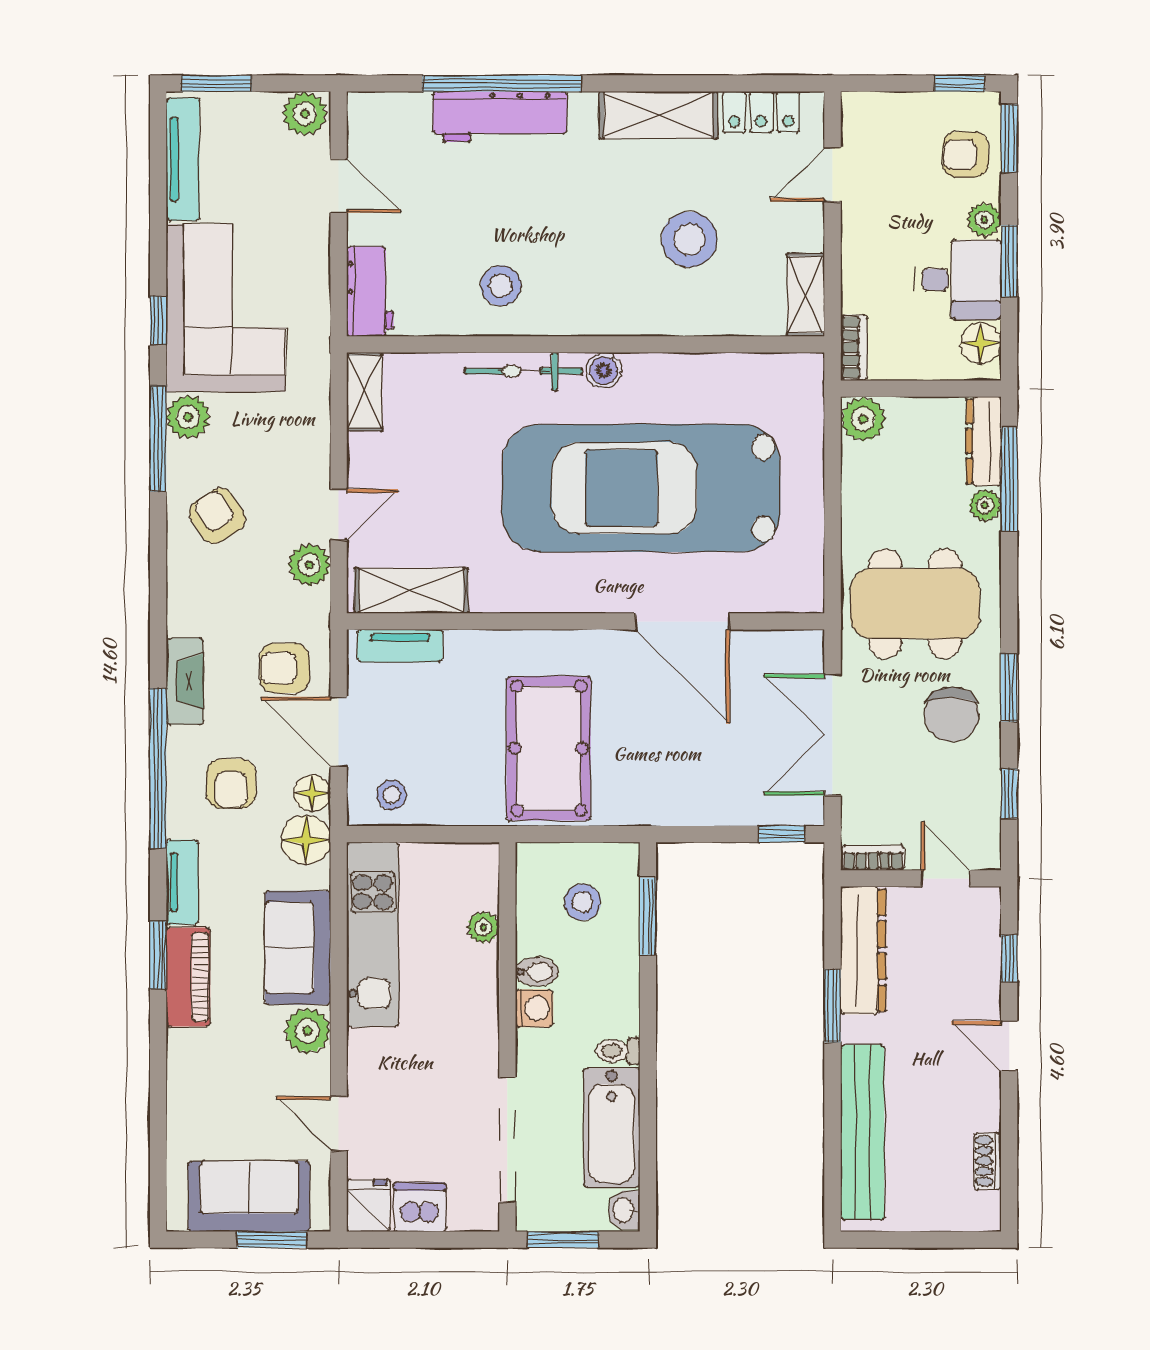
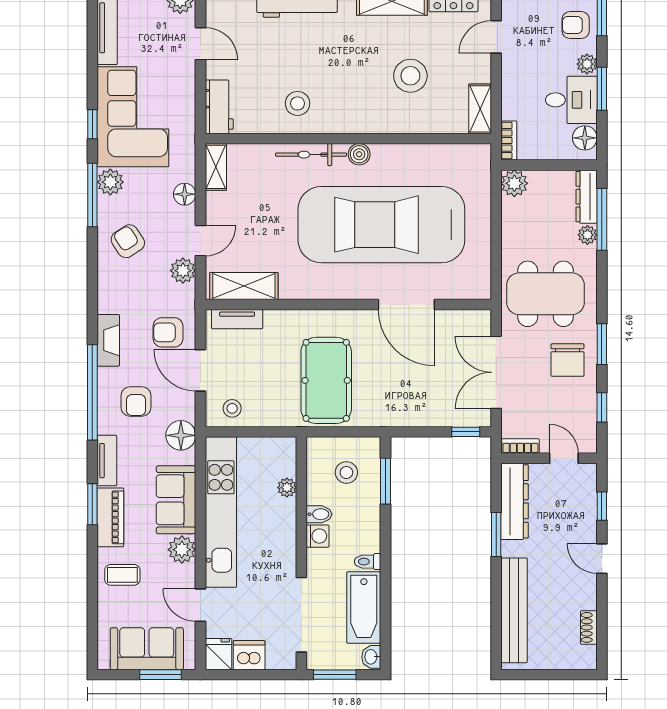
floor lamp: (312, 793) -> (185, 194), moved
kitchen unit: (373, 935) -> (221, 512), width x1.36
coffee table: (208, 1073) -> (122, 575), added

